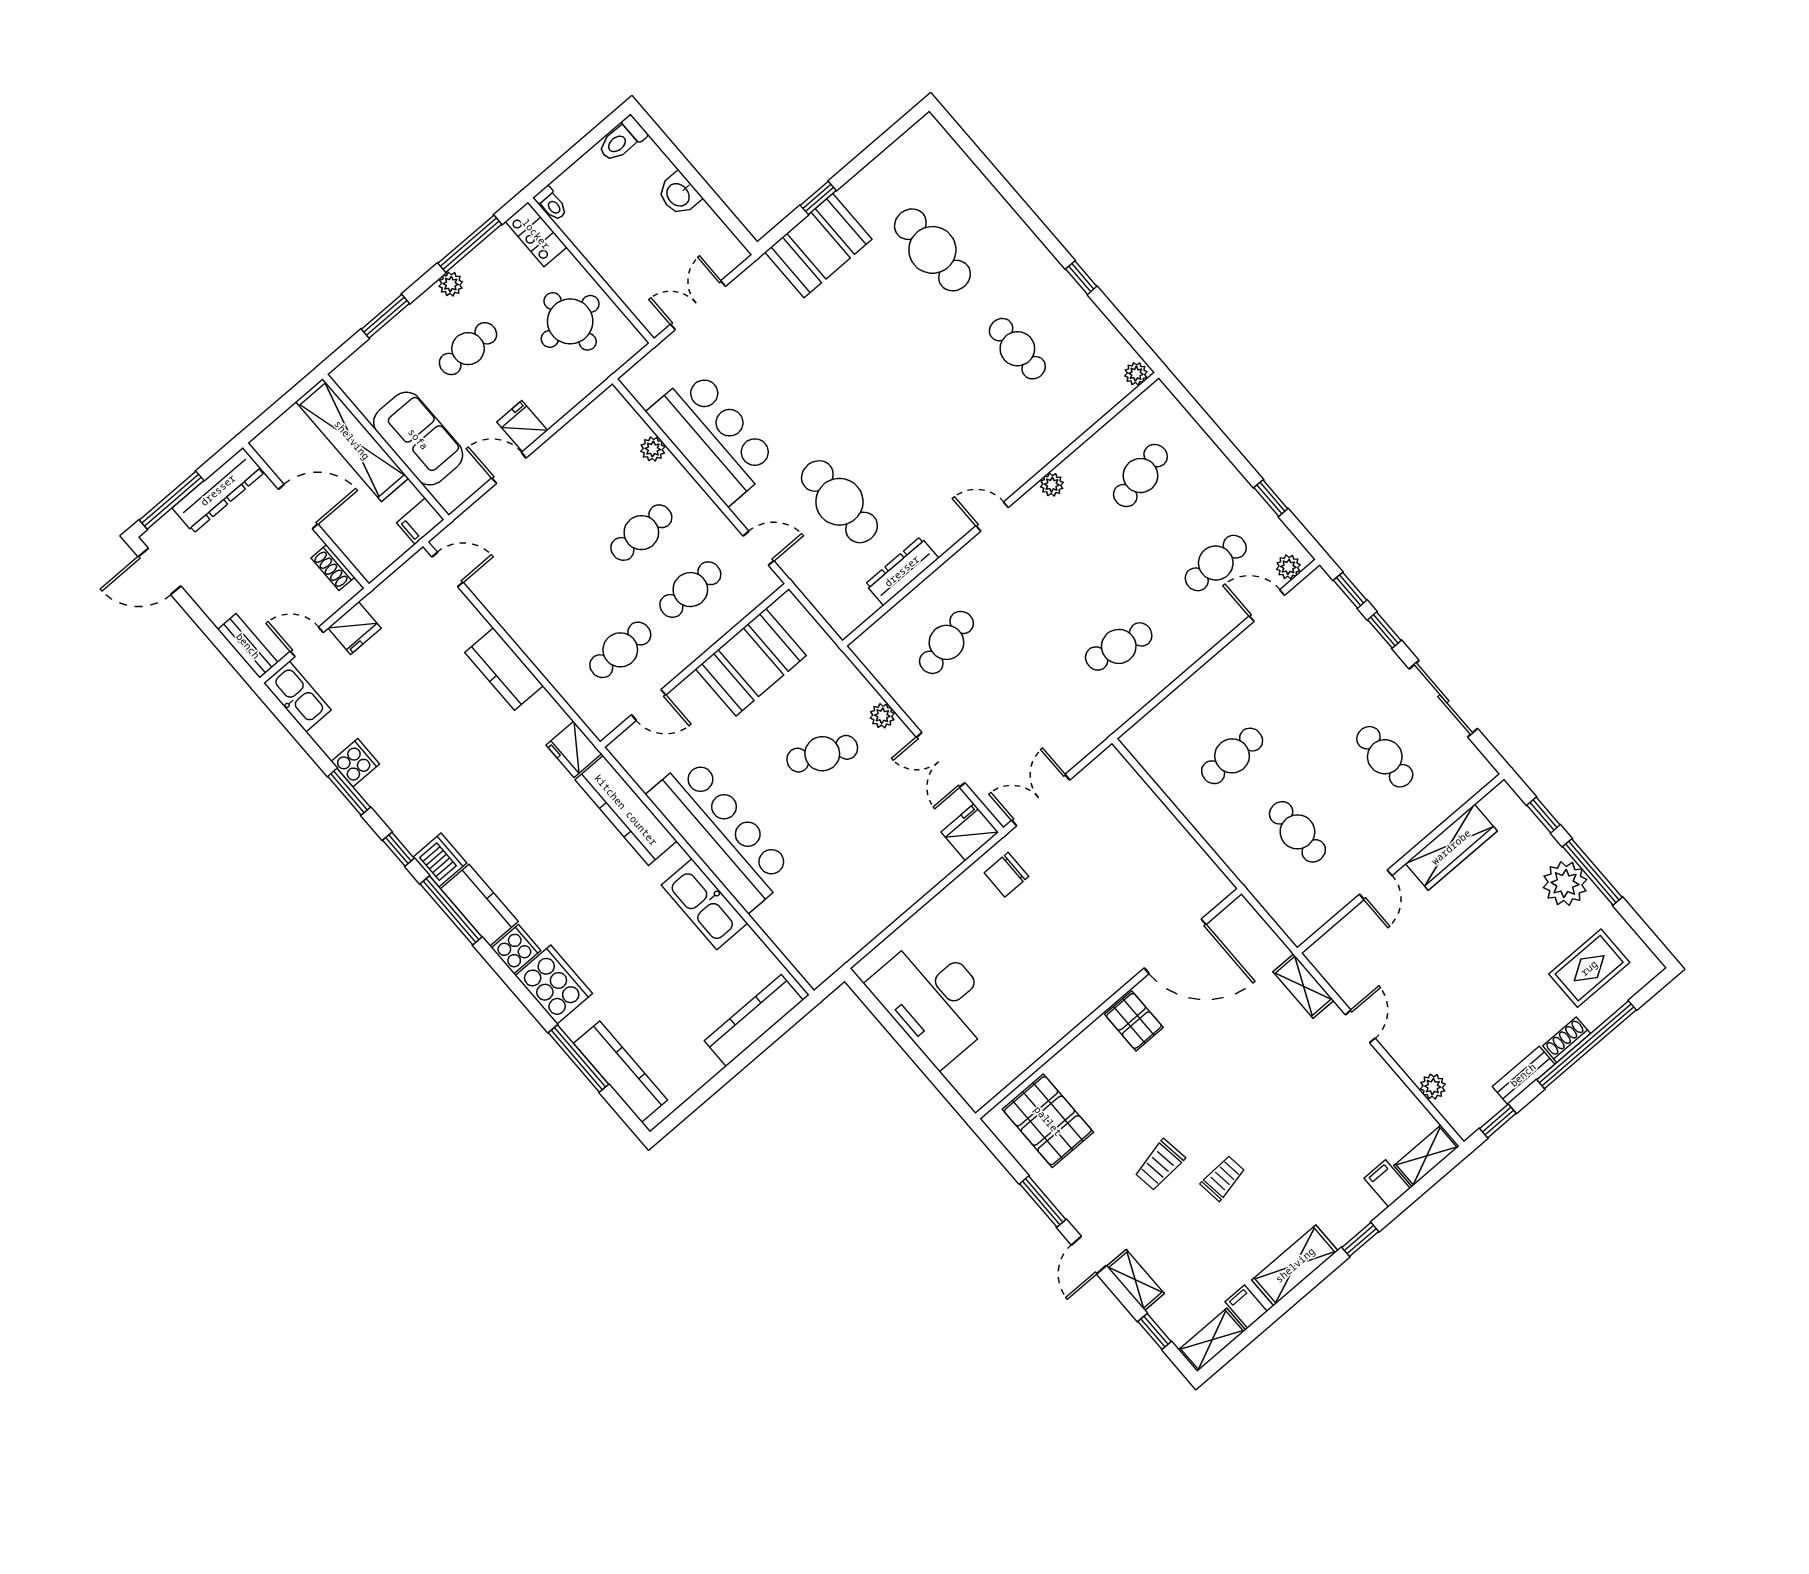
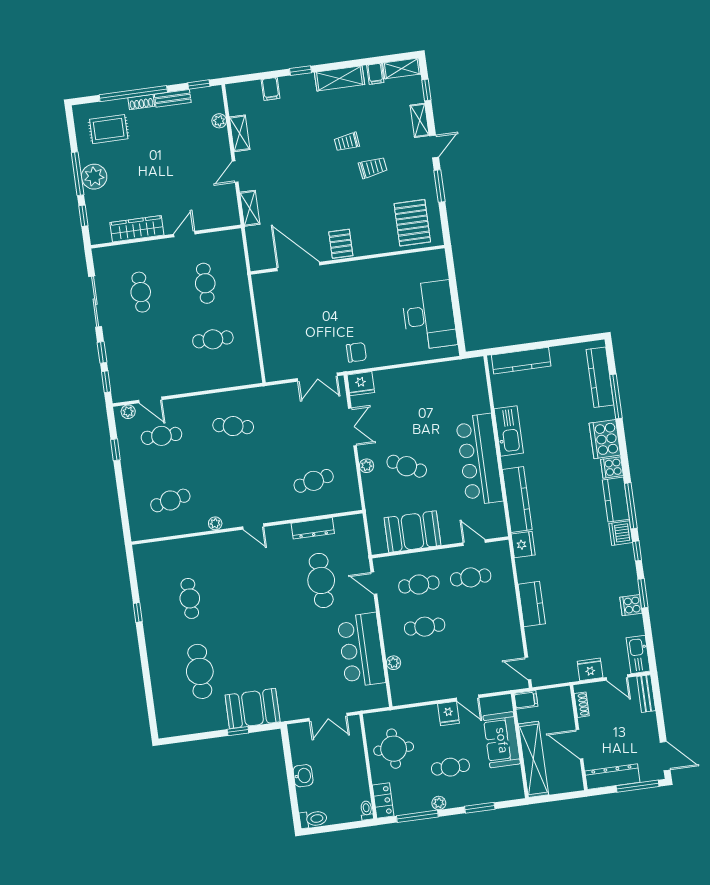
plant: (1136, 374) -> (141, 550), removed
shelving: (1427, 1156) -> (240, 133), moved, turned 90

